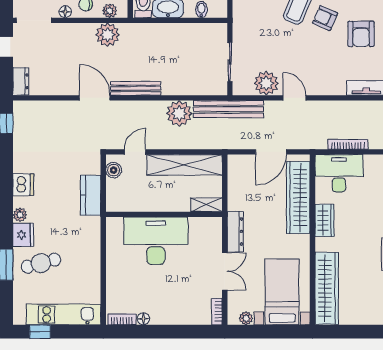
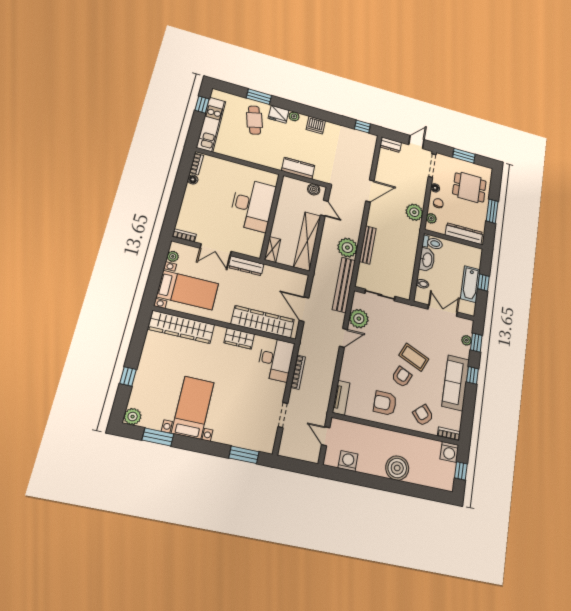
bench: (136, 88) -> (368, 245), moved

